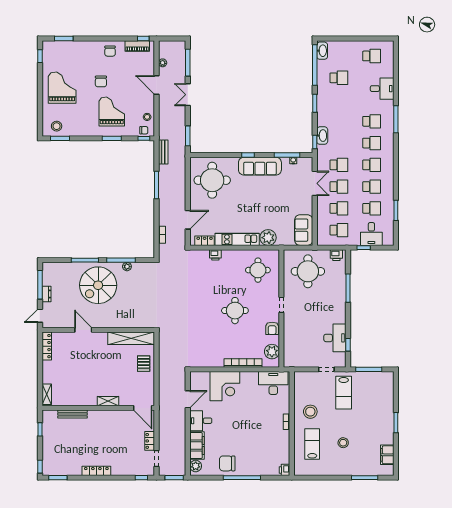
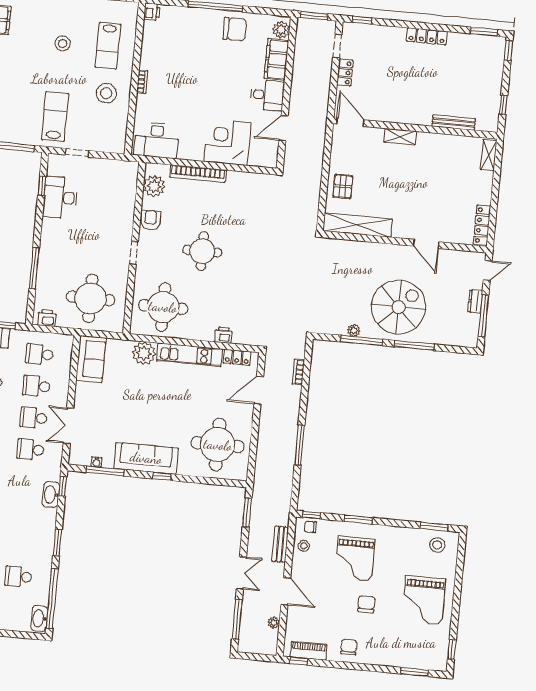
bench: (163, 152) -> (280, 544), moved
round table: (258, 270) -> (163, 307), width x1.36, depth x1.36

